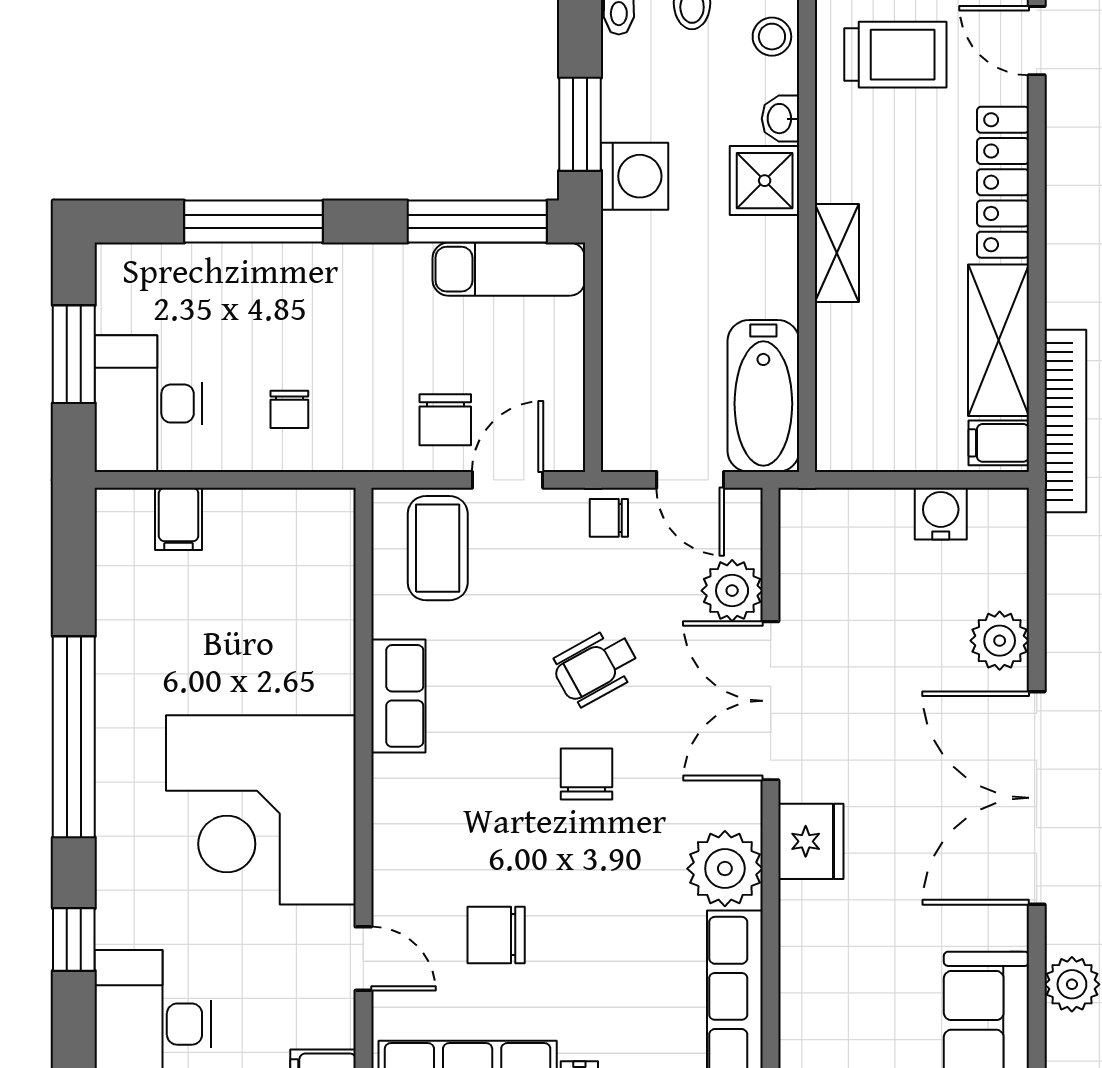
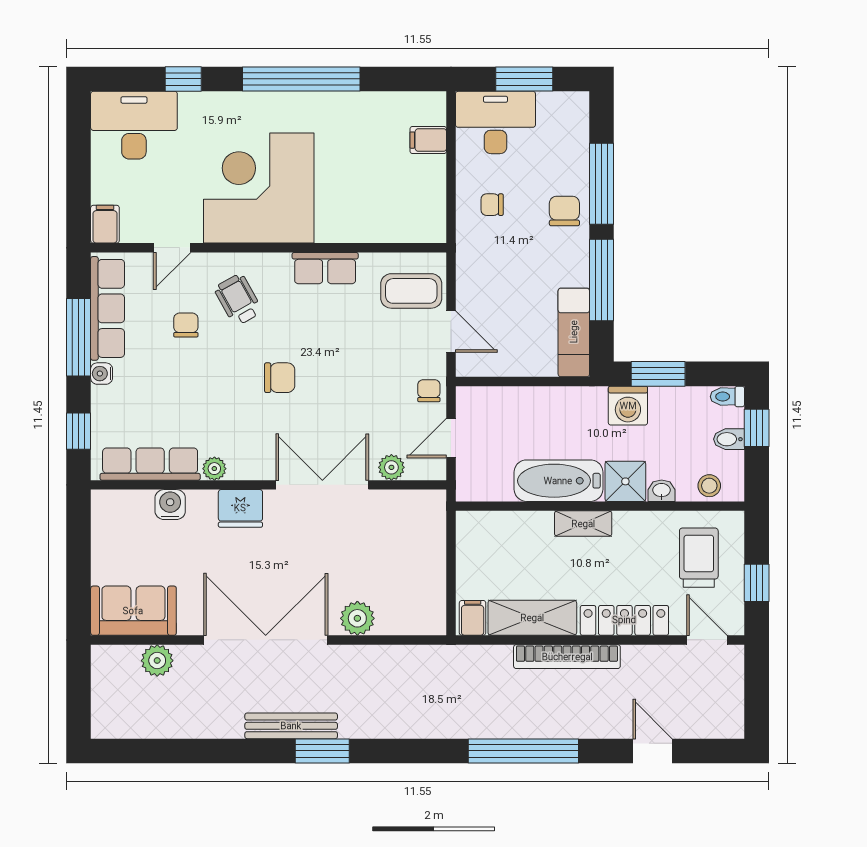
door: (1037, 41) -> (707, 640), hinge flipped
trolley: (895, 55) -> (699, 558), turned 180
window: (477, 222) -> (602, 280), moved
bathtub: (763, 396) -> (558, 481), moved
chair: (445, 420) -> (564, 211), moved, turned 90
bookcase: (1065, 421) -> (567, 657), moved
water cooler: (941, 514) -> (170, 505), moved, turned -90
plant: (732, 591) -> (391, 467), width x0.73, depth x0.73
wheelchair: (596, 667) -> (238, 300), moved
plant: (725, 869) -> (214, 469), width x0.53, depth x0.53
chair: (496, 935) -> (186, 325), width x0.73, depth x0.73

